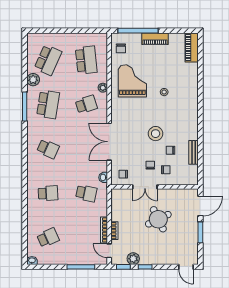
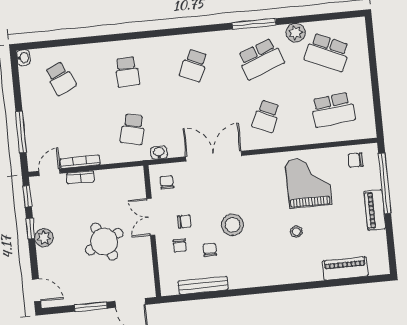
piano: (192, 48) -> (345, 268), moved
grand piano: (132, 81) -> (308, 182), turned -90
plant: (103, 88) -> (294, 139), removed
school desk: (48, 104) -> (261, 59), turned -30
school desk: (86, 104) -> (266, 116), turned 42
bench: (194, 152) -> (203, 285), width x1.36
plant: (133, 259) -> (44, 238), moved
door: (186, 267) -> (36, 290), swing flipped

